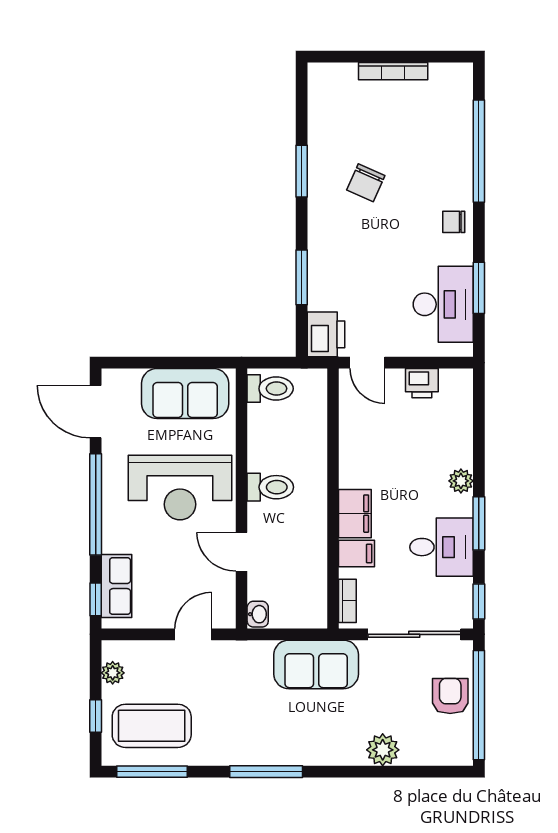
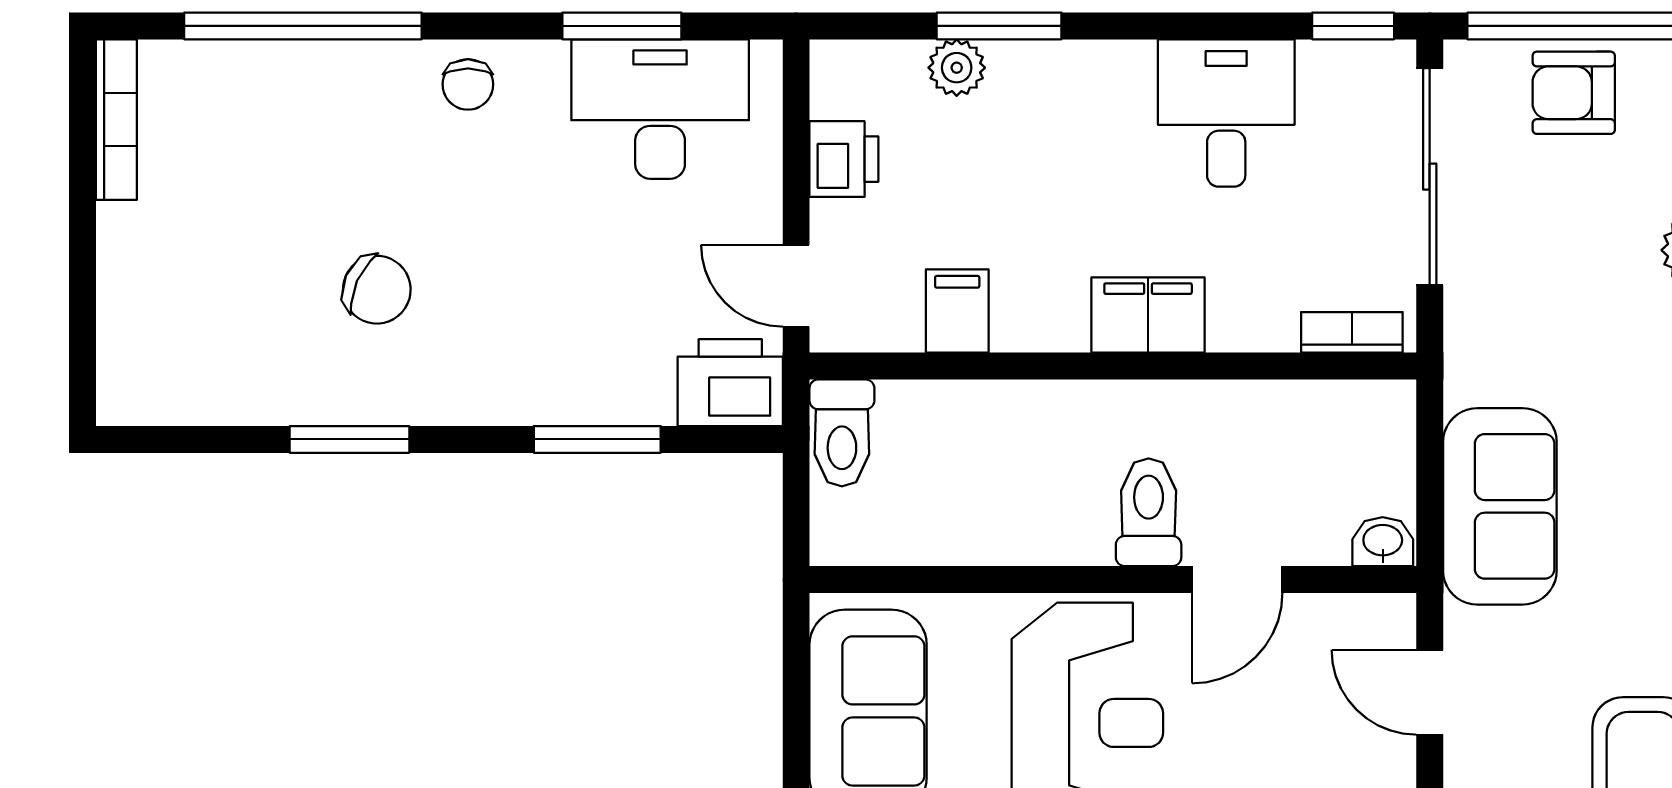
bookcase: (393, 71) -> (116, 120), moved
door: (367, 363) -> (796, 286), swing flipped
toilet: (270, 389) -> (842, 433), moved, turned 180
plant: (461, 481) -> (957, 68), moved
toilet: (270, 487) -> (1149, 512), moved
window: (479, 523) -> (999, 26), moved
filing cabinet: (357, 554) -> (957, 311), moved
sofa: (316, 664) -> (1500, 506), moved

